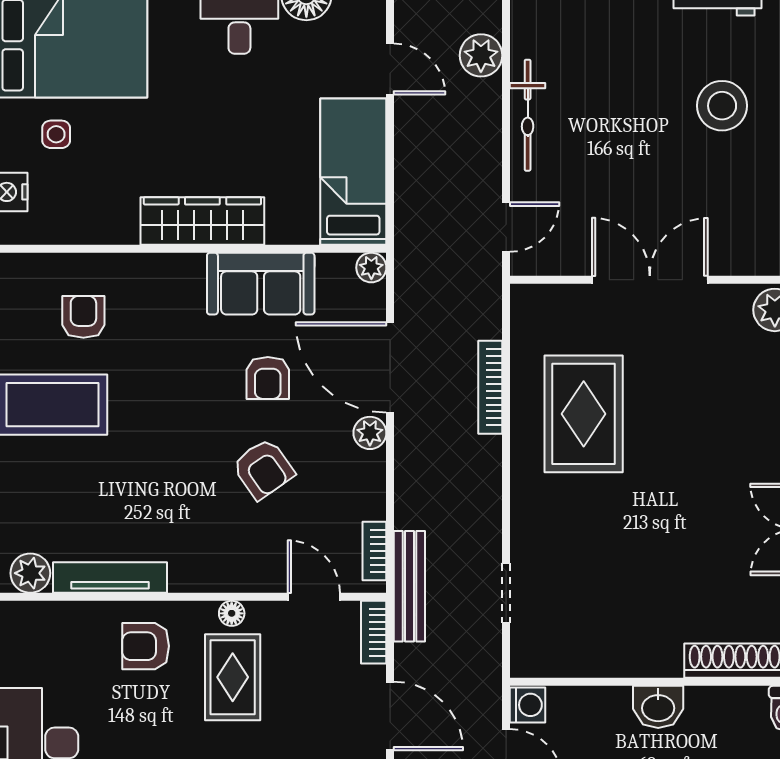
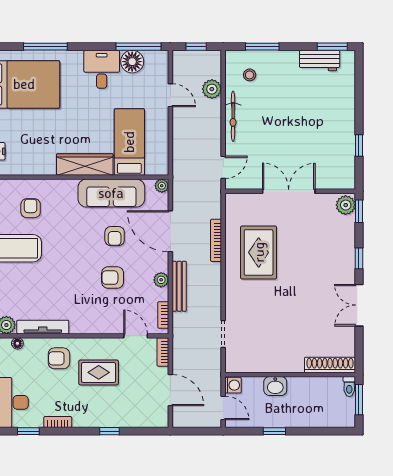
stool: (722, 106) -> (250, 75), moved, width x0.53, depth x0.53
side table: (56, 134) -> (18, 125), removed
bed: (353, 172) -> (129, 142), moved
sofa: (261, 284) -> (111, 193), width x1.36
plant: (370, 433) -> (161, 280), moved
armchair: (263, 469) -> (113, 278), turned 125
bench: (409, 586) -> (179, 286), moved
floor lamp: (232, 613) -> (17, 343), moved
rug: (233, 677) -> (99, 372), turned 90
washbasin: (658, 707) -> (275, 386), moved

